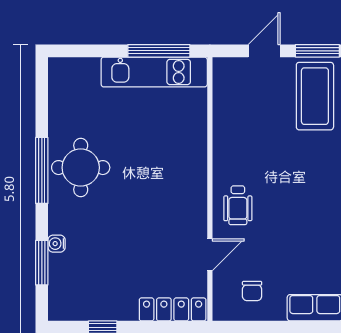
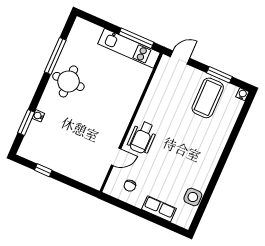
door: (264, 51) -> (180, 57), moved
window: (42, 170) -> (55, 56), moved
wheelchair: (238, 205) -> (142, 137), width x1.36, depth x1.37
locker: (173, 309) -> (84, 177), removed

